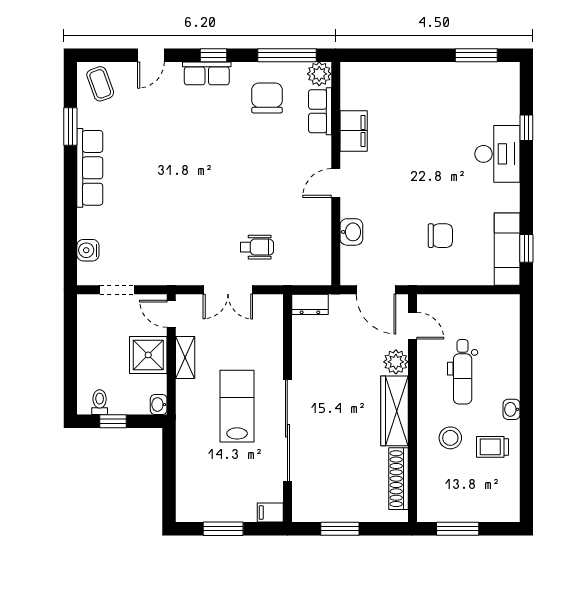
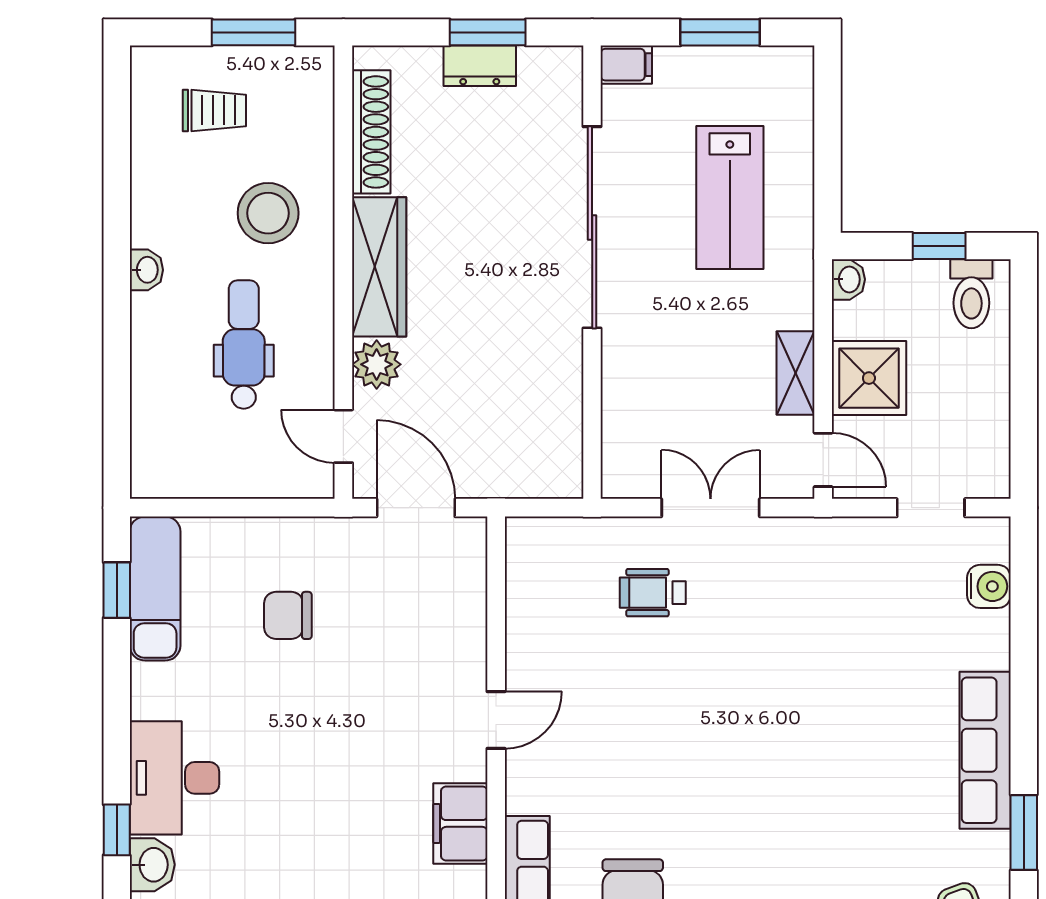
washbasin: (351, 232) -> (152, 865), moved, turned 180
dresser: (310, 304) -> (480, 66), moved, turned 180
toilet: (100, 402) -> (971, 294), width x1.37, depth x1.39
lab bench: (237, 406) -> (730, 198), moved
stool: (450, 438) -> (268, 213), width x1.38, depth x1.38
trolley: (492, 447) -> (214, 110), moved

